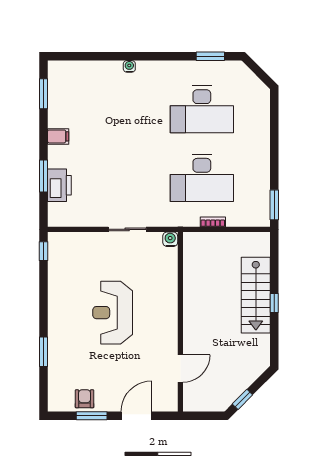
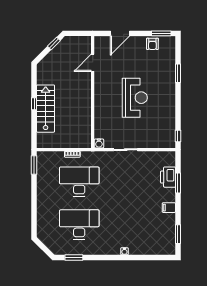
window: (92, 416) -> (161, 33), moved

